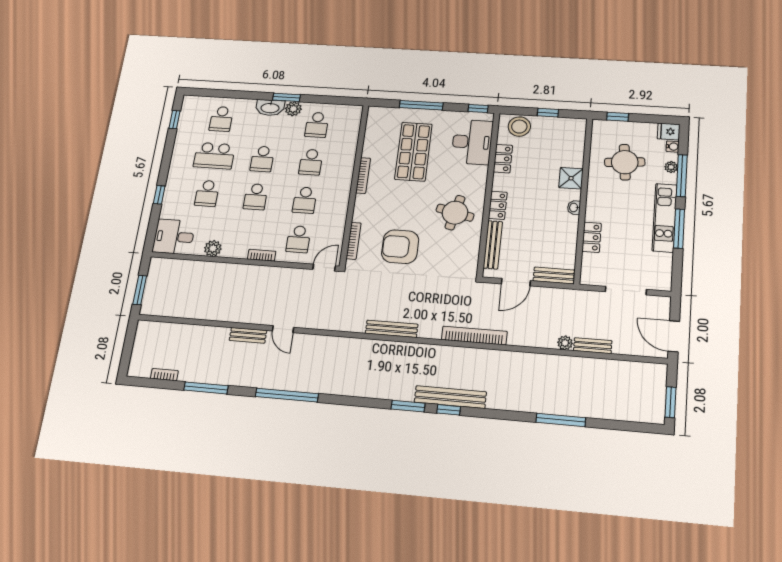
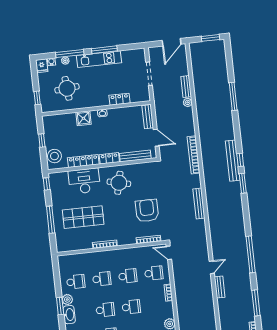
desk: (472, 142) -> (84, 181), moved
locker: (503, 159) -> (83, 161), width x1.53
armchair: (400, 247) -> (147, 211), turned 180

